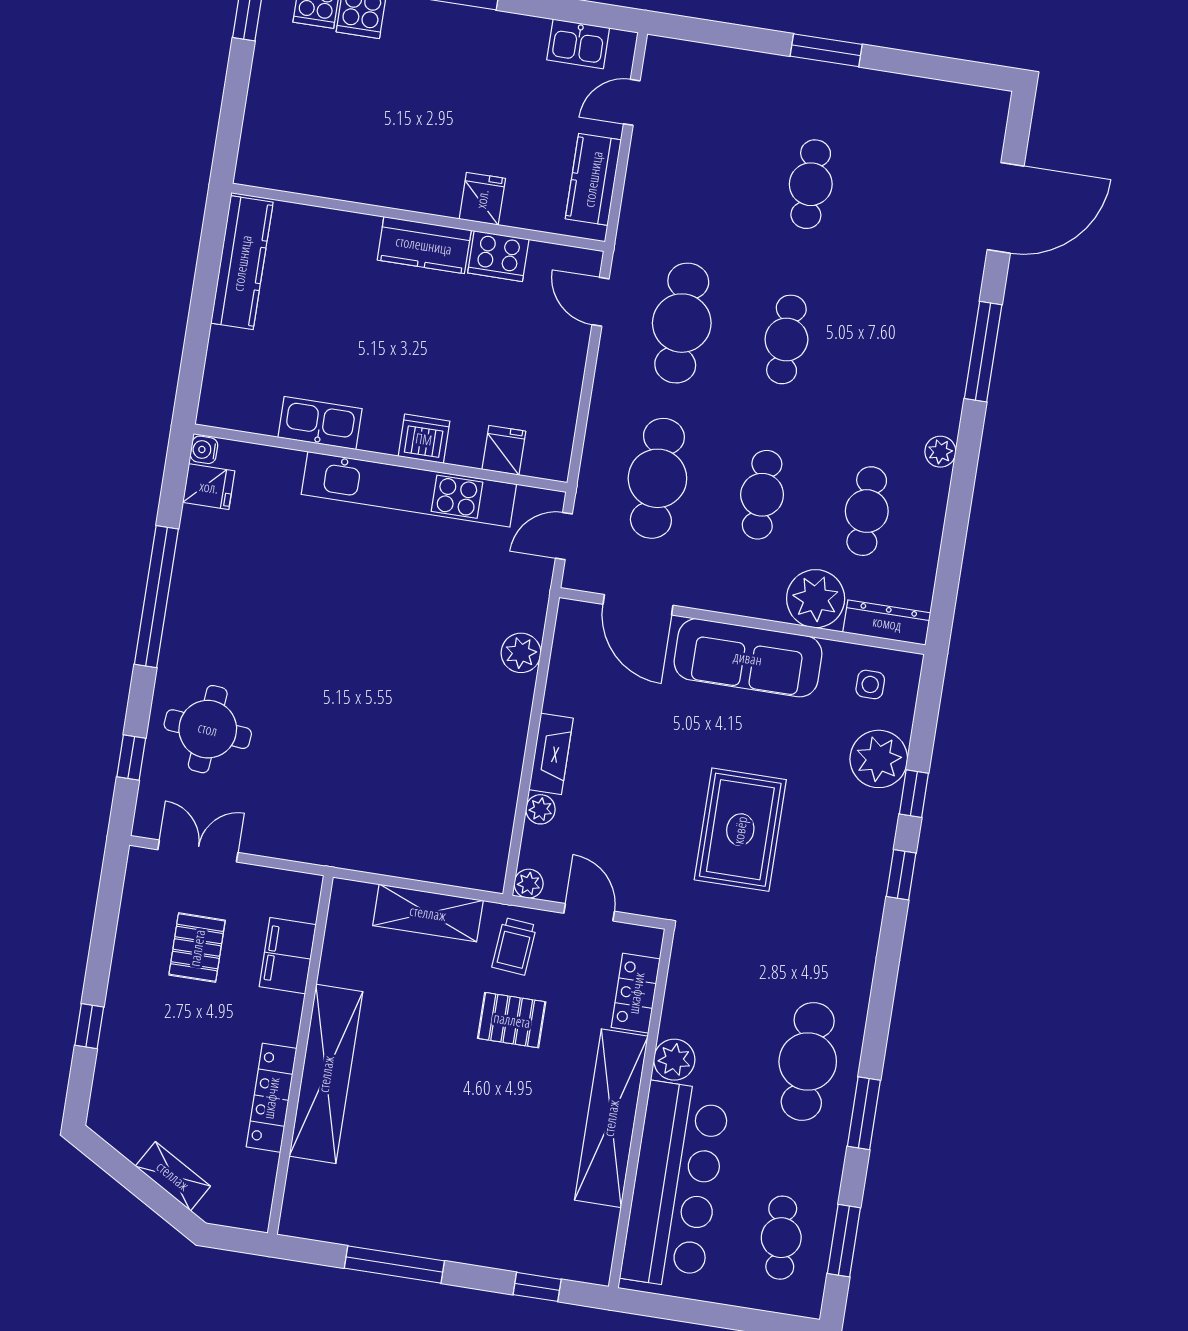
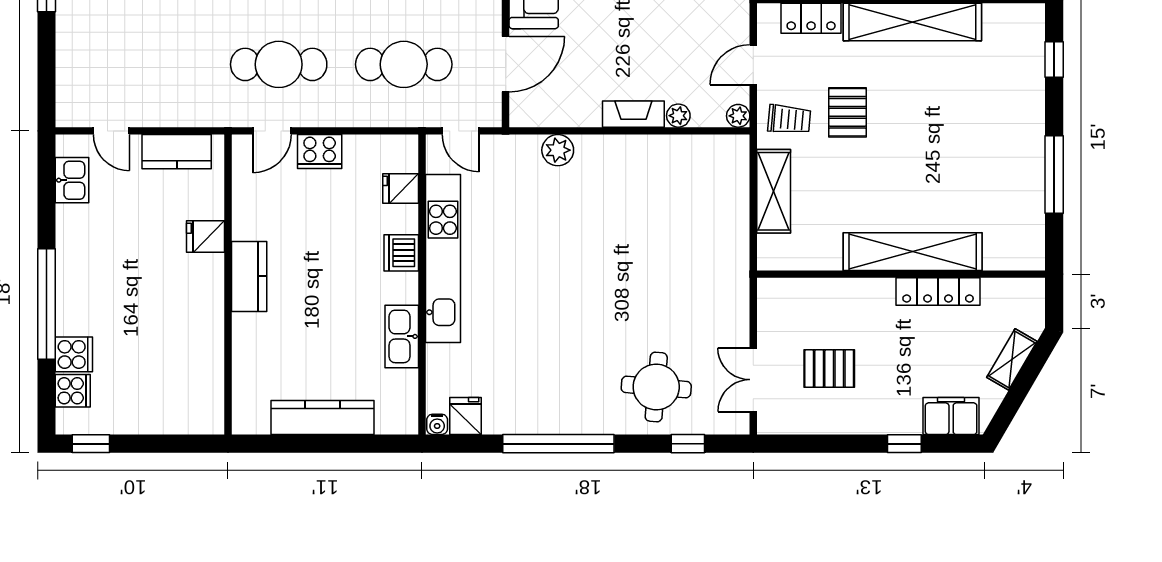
cooker: (498, 256) -> (320, 152), moved, turned 90
kitchen counter: (242, 263) -> (322, 418), moved
filing cabinet: (288, 956) -> (951, 416), moved, turned 180

